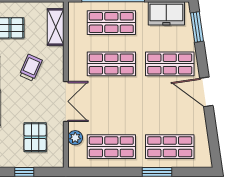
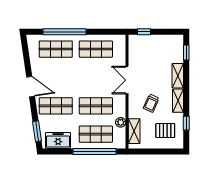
pallet: (35, 137) -> (148, 56), removed
plant: (75, 138) -> (121, 122), moved
window: (24, 172) -> (144, 32), moved
window: (157, 172) -> (64, 32), width x2.11

